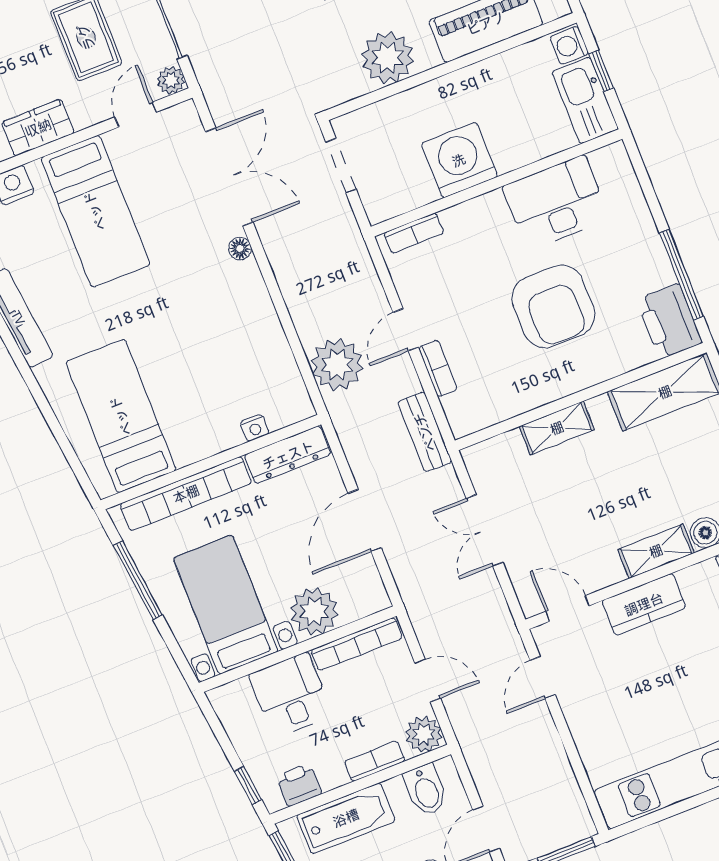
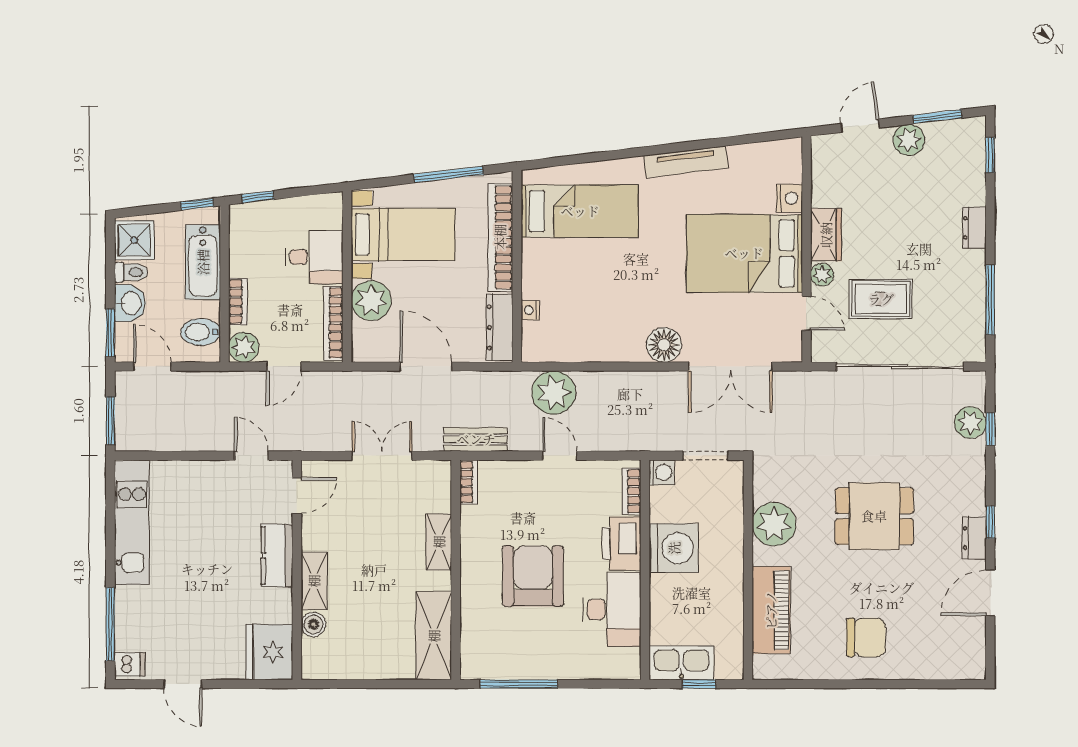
washing machine: (569, 45) -> (662, 472), moved, turned 90
plant: (171, 80) -> (822, 275), moved
bed: (95, 211) -> (744, 253), width x1.50
floor lamp: (240, 248) -> (664, 345), width x1.89, depth x1.89
armchair: (553, 306) -> (533, 576), turned 90
printer: (669, 321) -> (622, 543), moved, turned -90
bookcase: (438, 368) -> (469, 482), moved, turned -90
printer: (299, 785) -> (243, 236), removed

